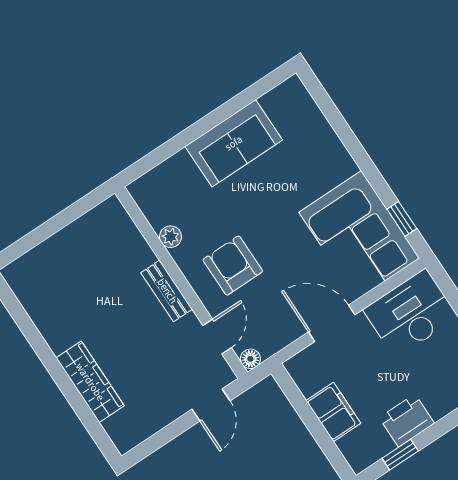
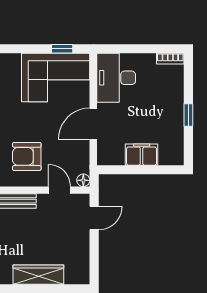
door: (211, 405) -> (94, 218), hinge flipped
printer: (407, 421) -> (172, 118), removed
window: (400, 455) -> (188, 115), moved

